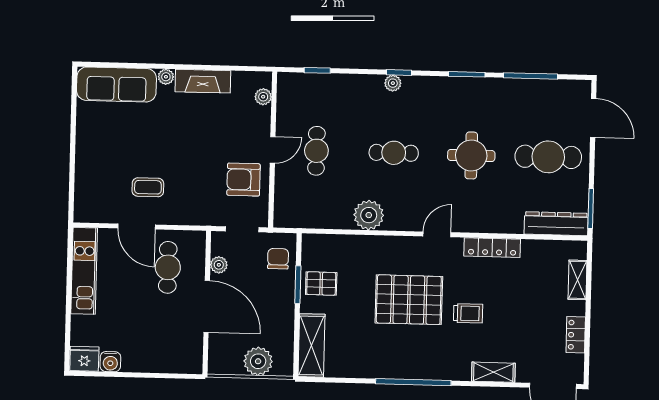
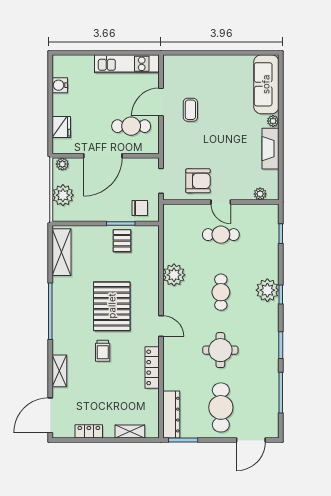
plant: (393, 83) -> (267, 290), width x1.87, depth x1.87
armchair: (244, 180) -> (198, 181), turned 90
plant: (219, 265) -> (62, 164), moved
shelving: (311, 345) -> (62, 252), moved, turned 90
fridge: (84, 359) -> (61, 127), moved

